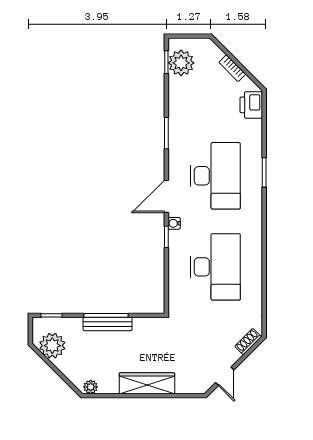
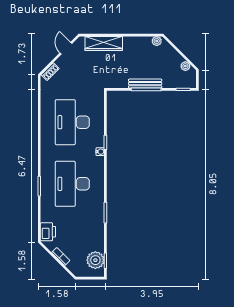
door: (166, 196) -> (105, 170), removed
plant: (52, 346) -> (185, 66), width x0.53, depth x0.53
wardrobe: (147, 383) -> (104, 43), moved

